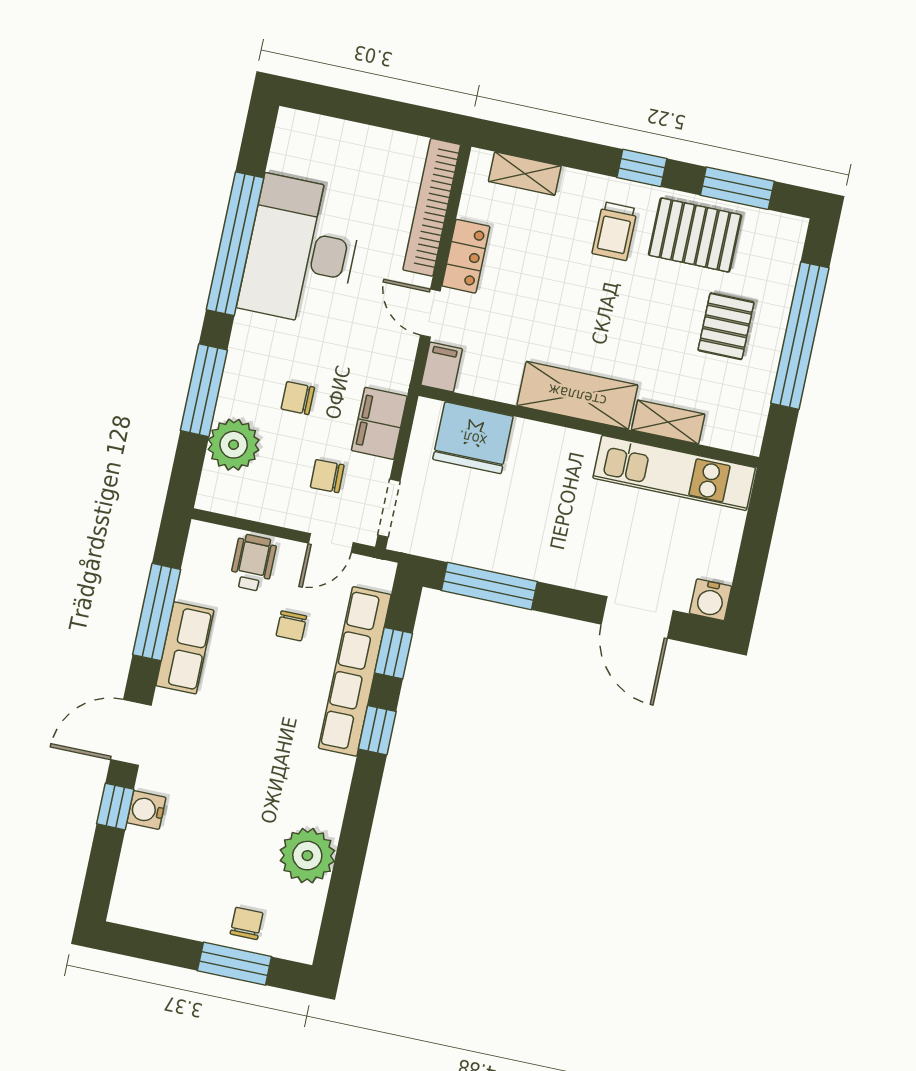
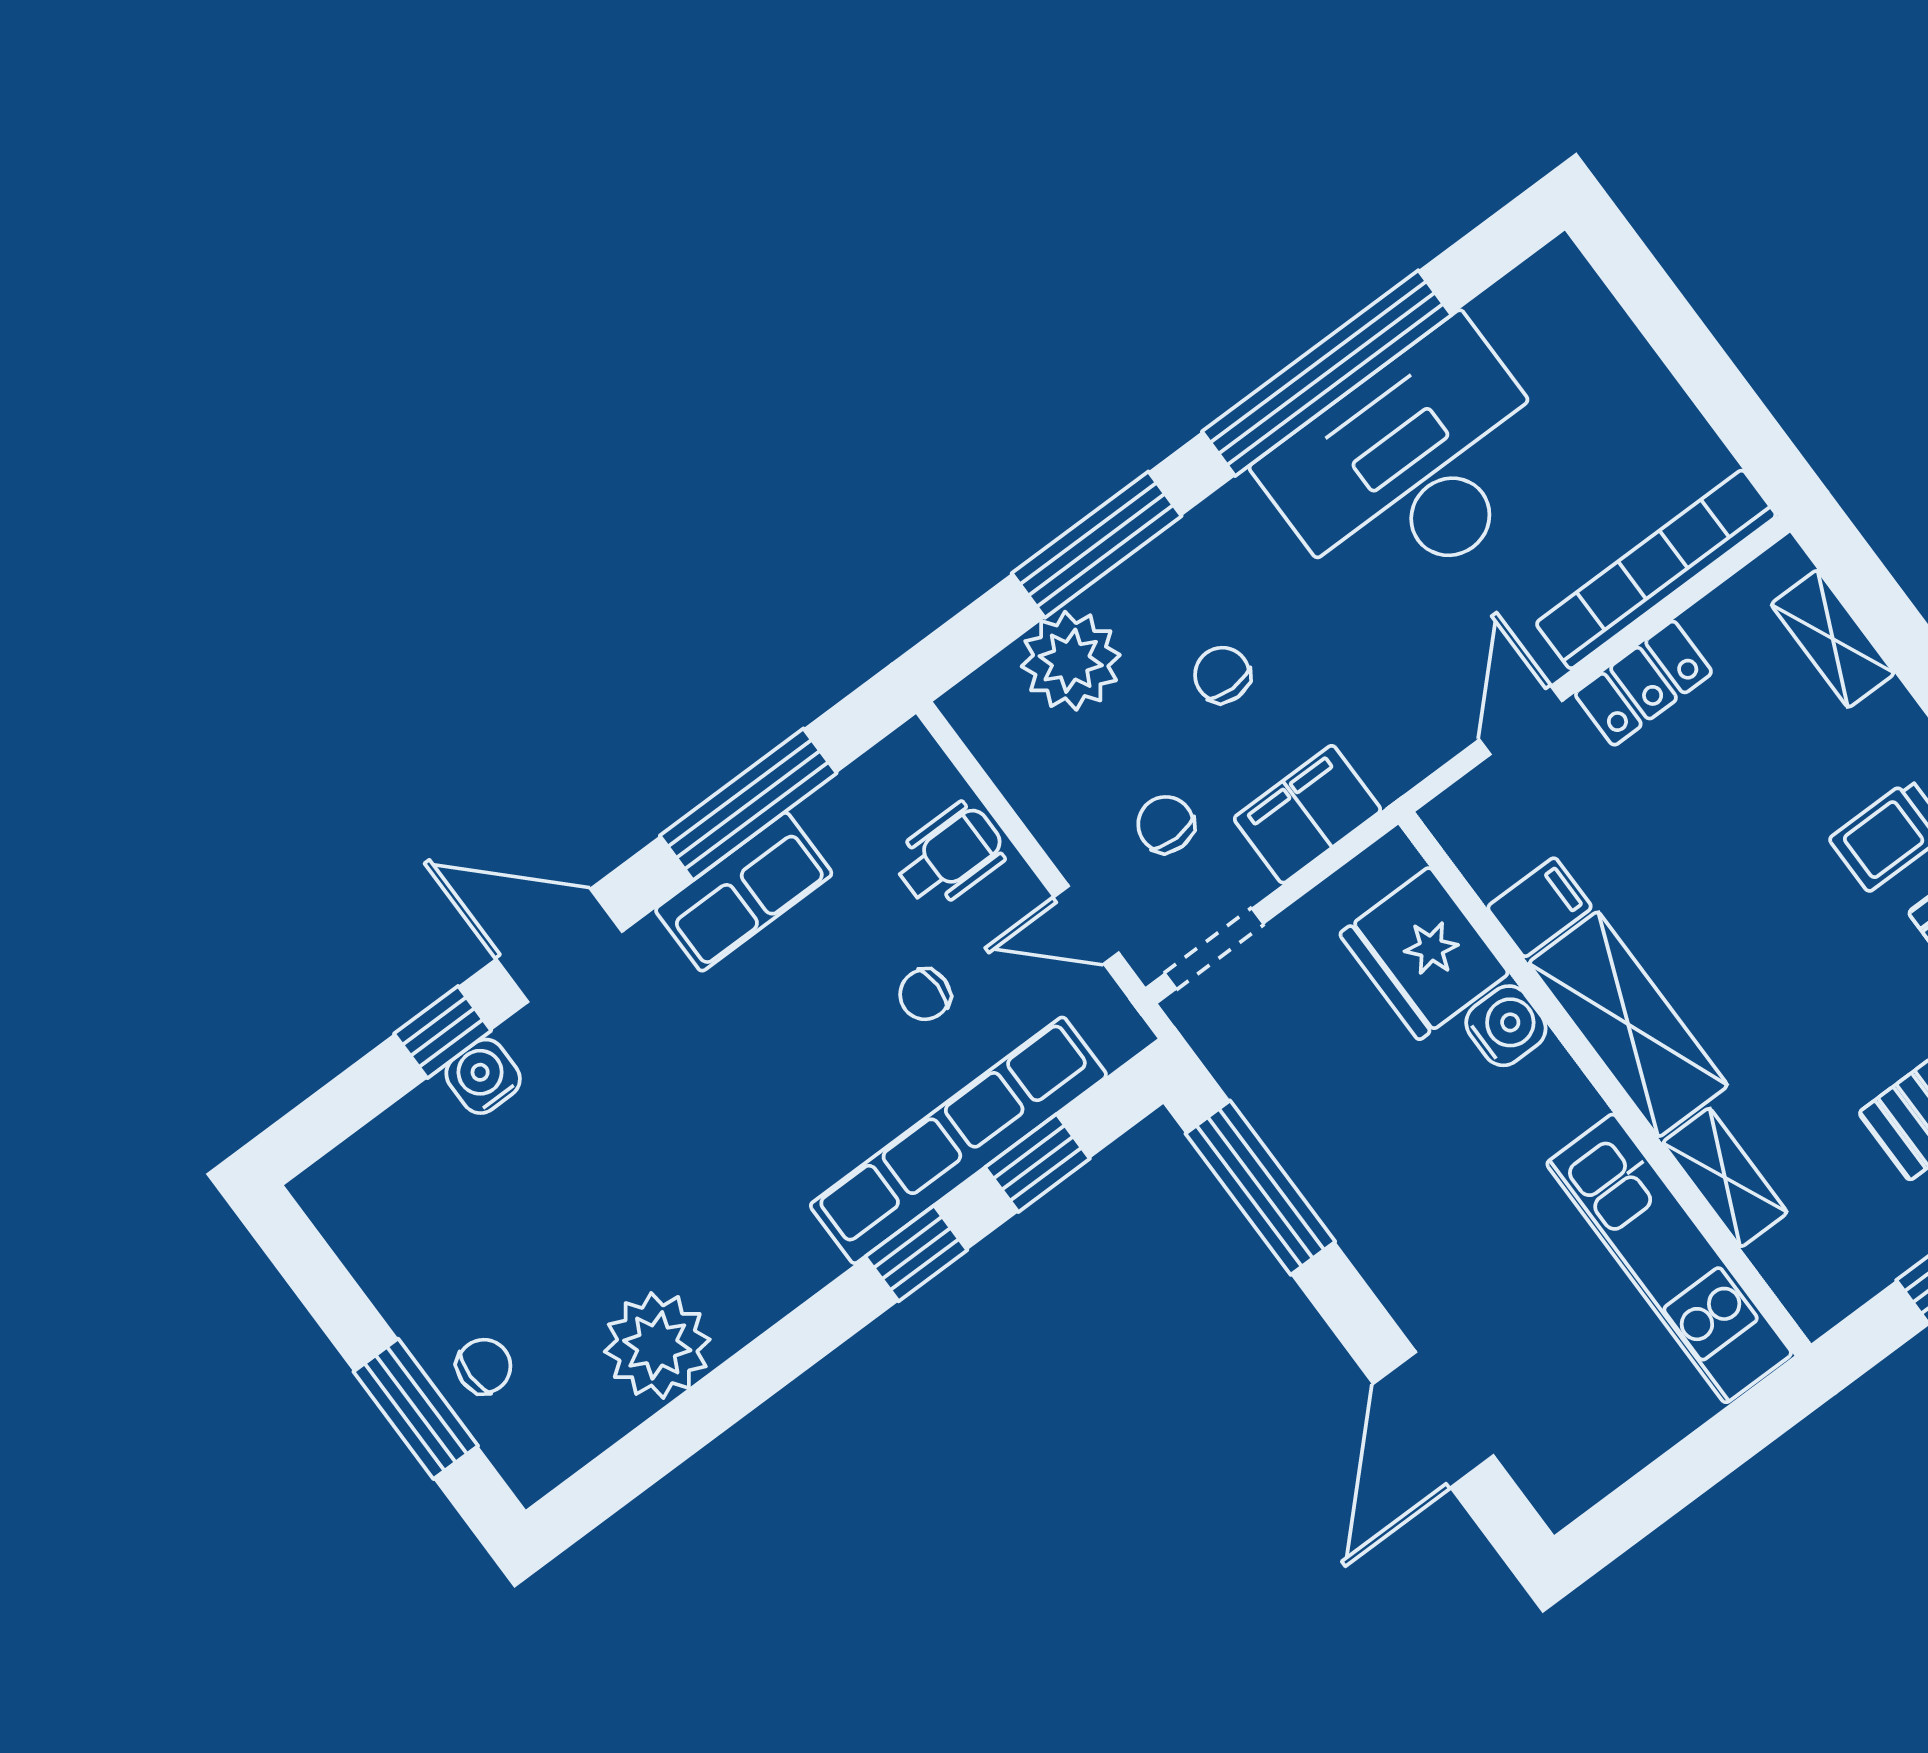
filing cabinet: (442, 367) -> (1540, 907), moved
water cooler: (710, 600) -> (1506, 1026), moved, turned 180

